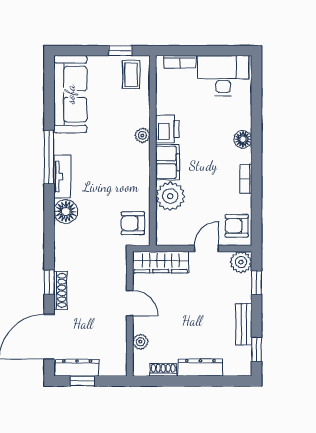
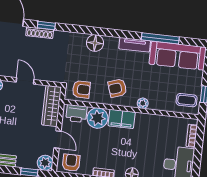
printer: (167, 129) -> (76, 114), moved
window: (49, 157) -> (160, 38), moved
armchair: (125, 173) -> (117, 88), added
tv unit: (62, 176) -> (135, 45), moved
armchair: (133, 223) -> (81, 89), turned 90
door: (130, 303) -> (25, 81), swing flipped

